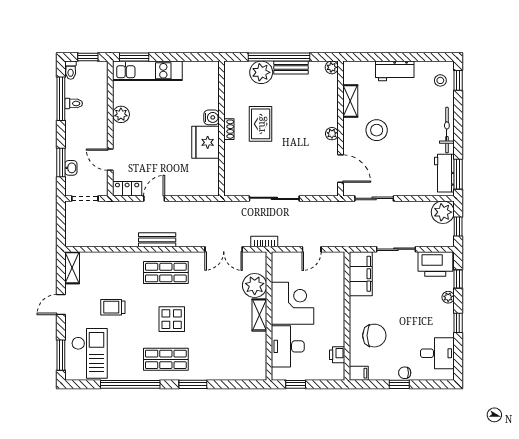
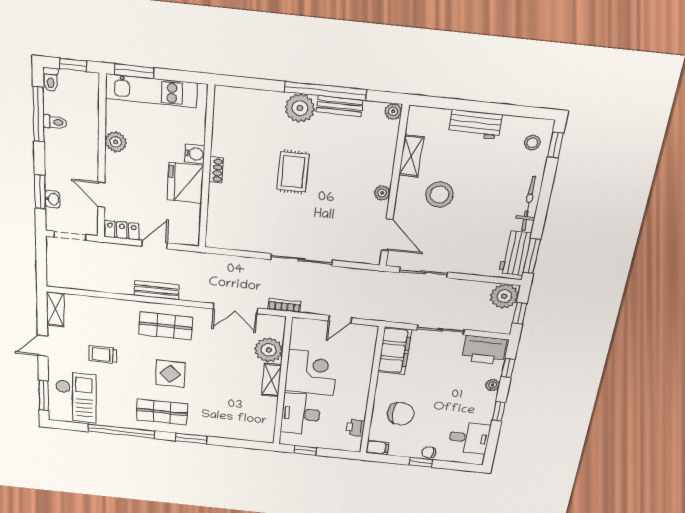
water cooler: (212, 117) -> (195, 154), moved
wall: (221, 129) -> (207, 169), moved
shoe rack: (229, 129) -> (216, 170), moved
fridge: (205, 142) -> (185, 183), moved

